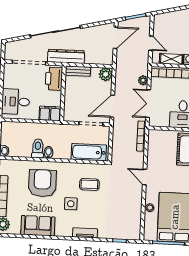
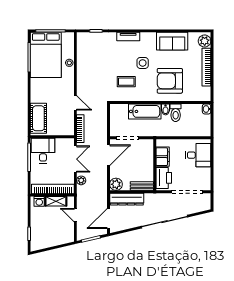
dresser: (66, 56) -> (127, 199), moved
filing cabinet: (50, 113) -> (163, 157), moved, turned -90
bathtub: (89, 152) -> (145, 111), moved
door: (145, 177) -> (75, 103), moved
armchair: (42, 183) -> (170, 81), turned 90

